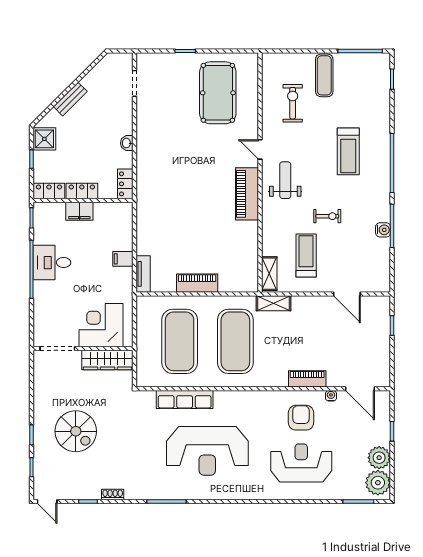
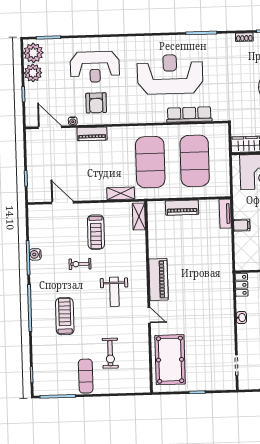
door: (260, 149) -> (149, 315), moved
wall: (260, 172) -> (149, 297), moved
piano: (247, 194) -> (158, 279), moved
shelving: (269, 274) -> (139, 216), moved

